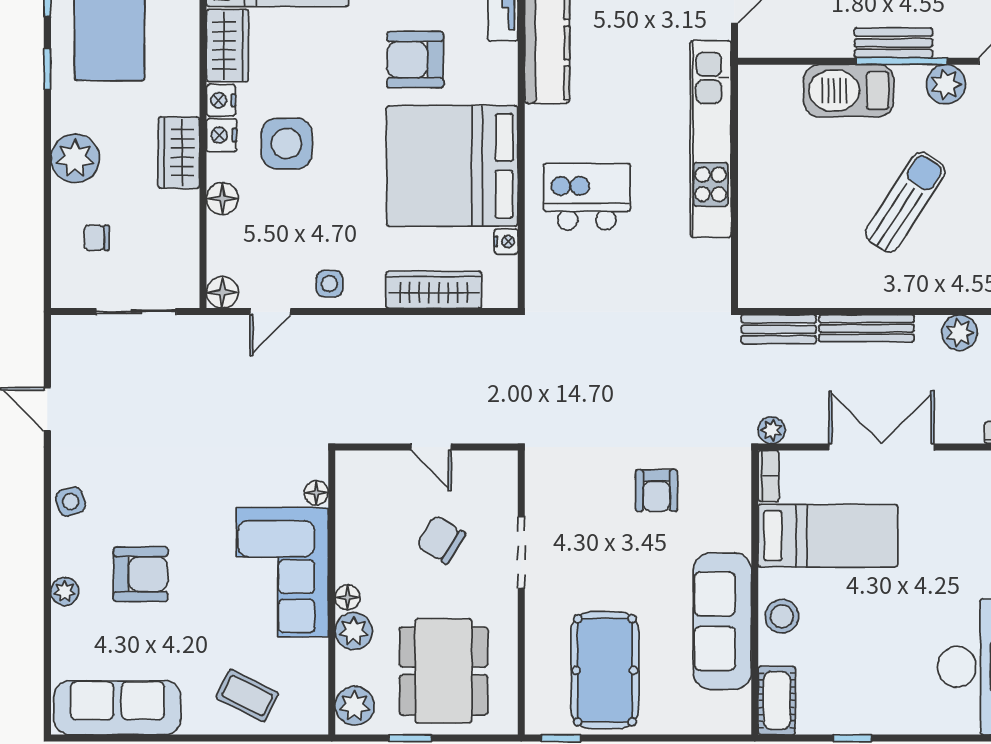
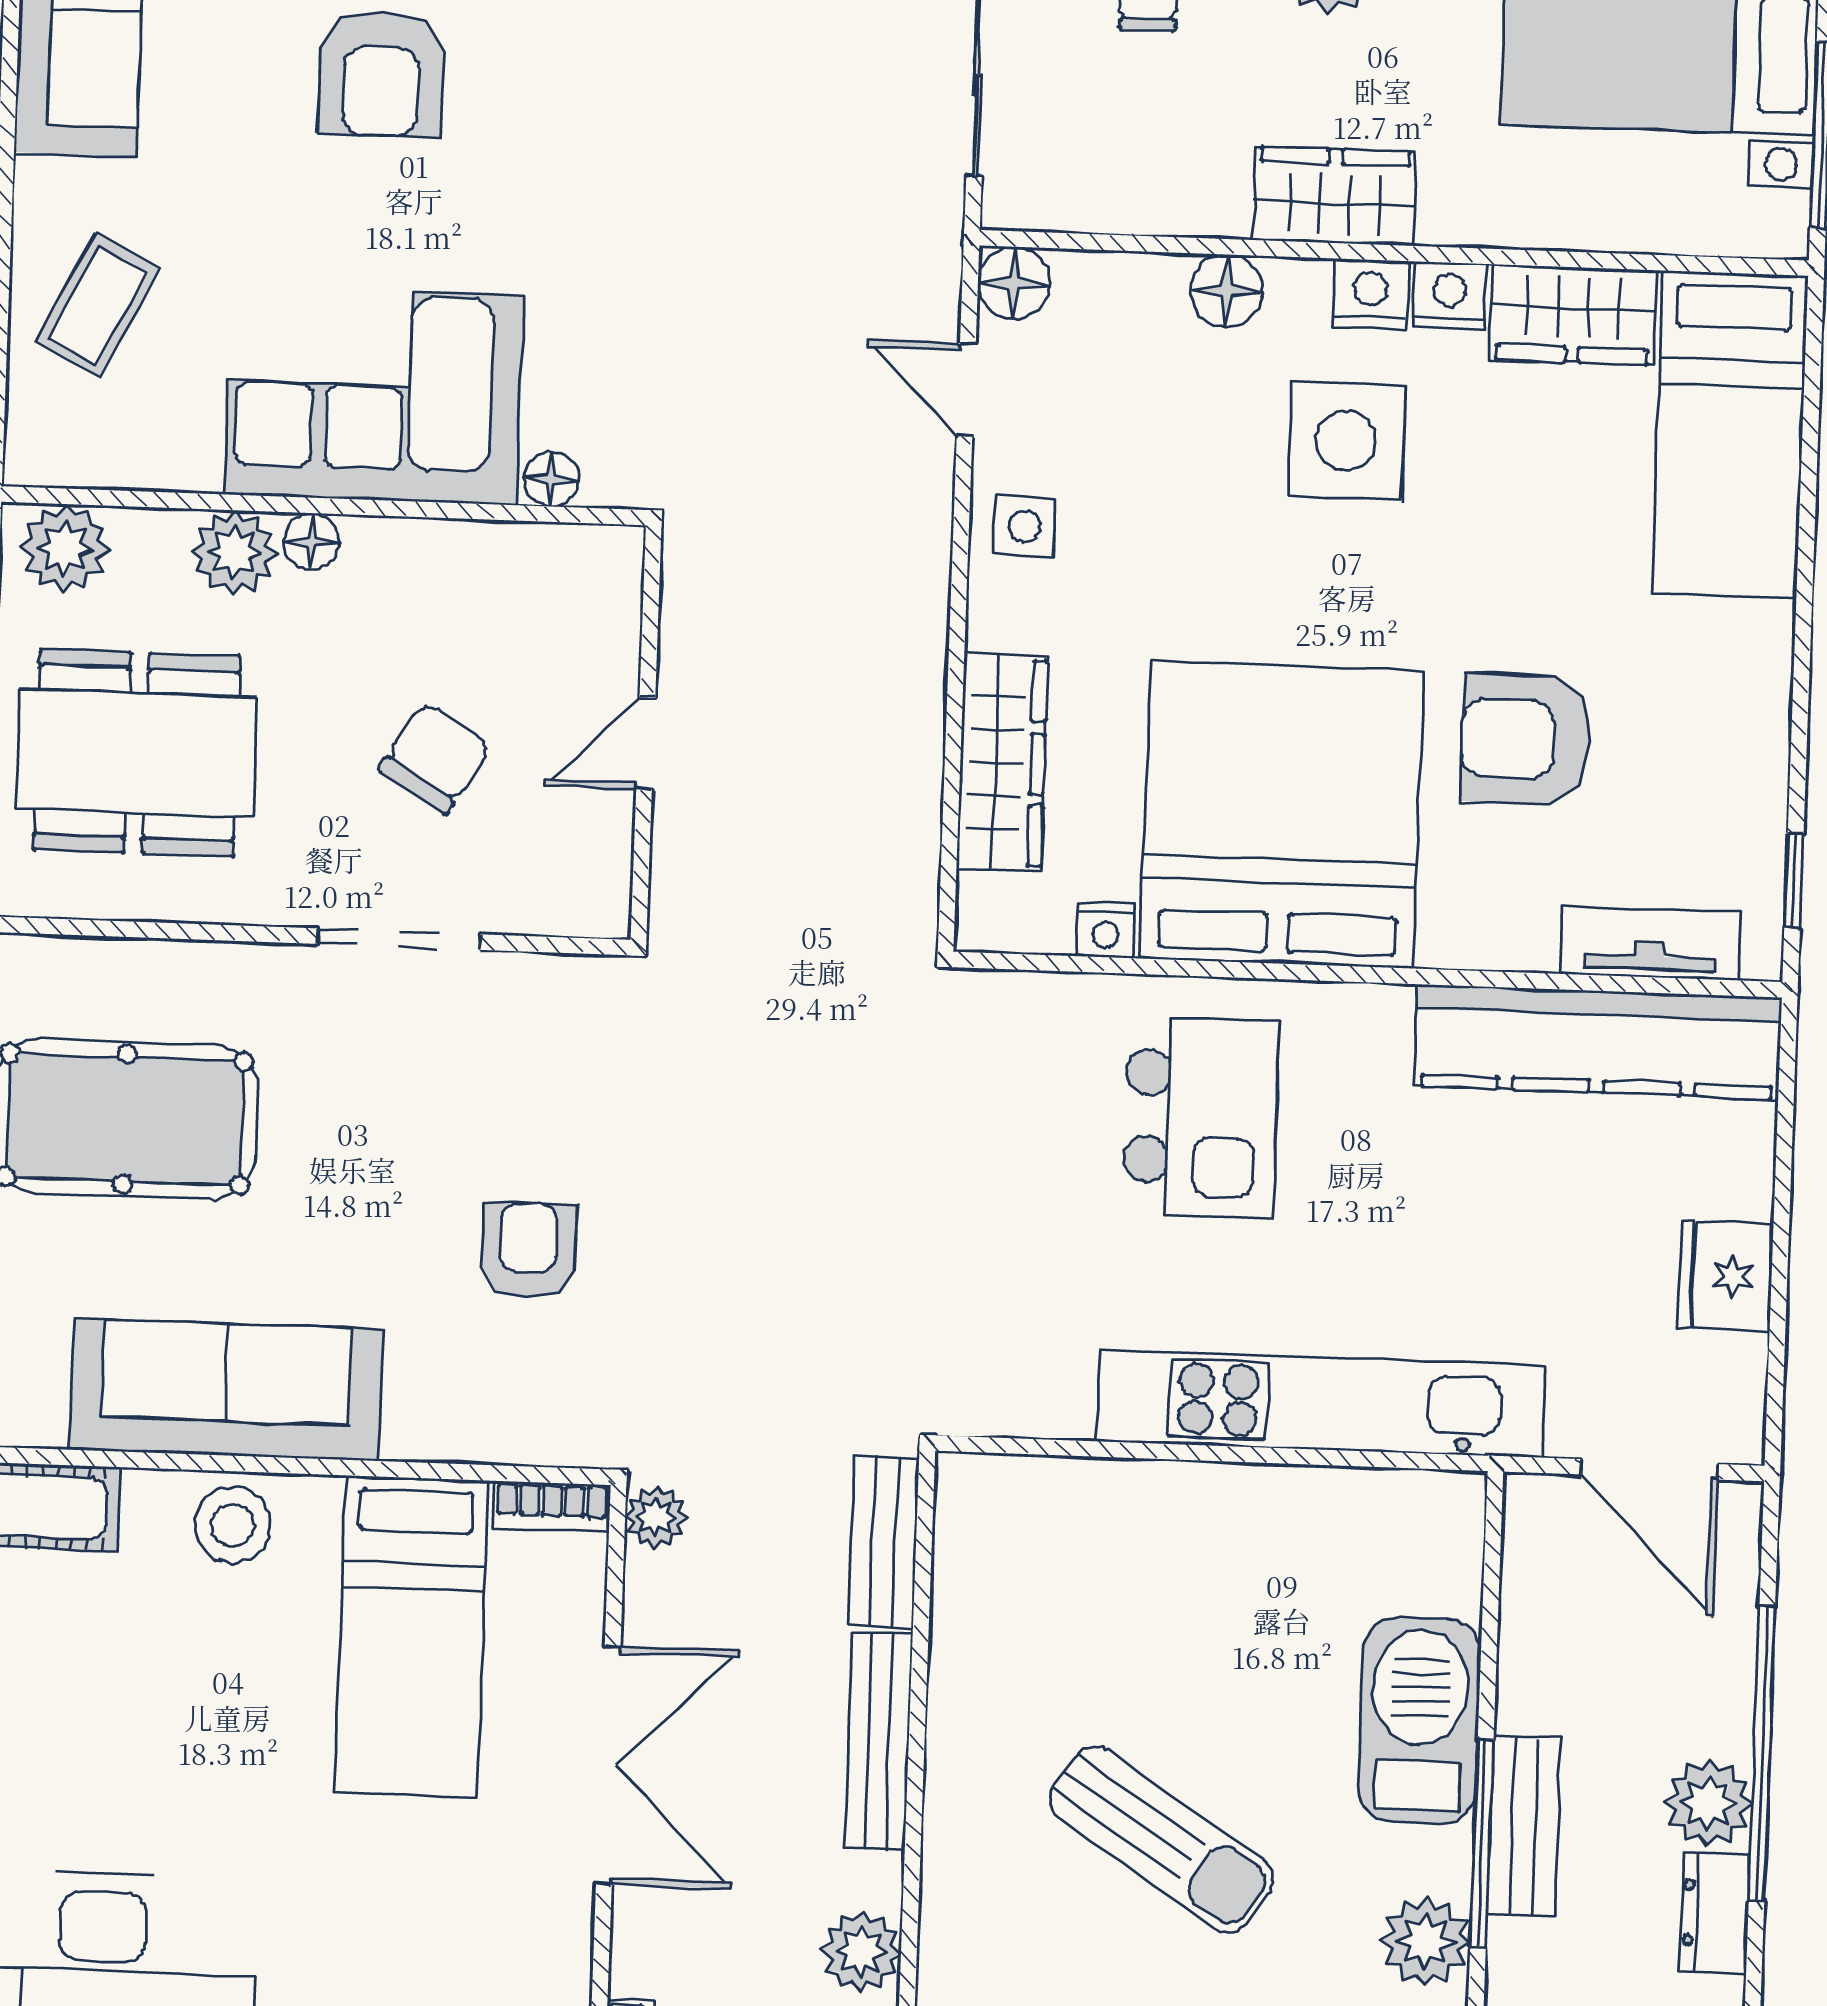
armchair: (415, 60) -> (1526, 739), turned -90
armchair: (656, 491) -> (528, 1251), turned 90

